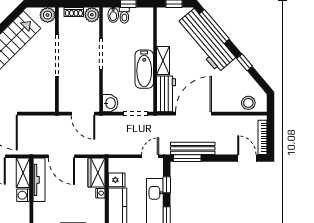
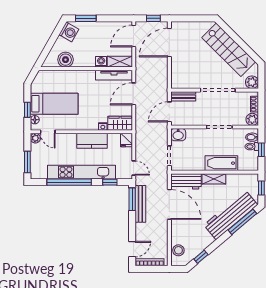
window: (245, 62) -> (201, 257), moved
bathtub: (144, 69) -> (221, 163), moved
bench: (64, 97) -> (183, 96), added
fridge: (117, 180) -> (126, 140), moved

